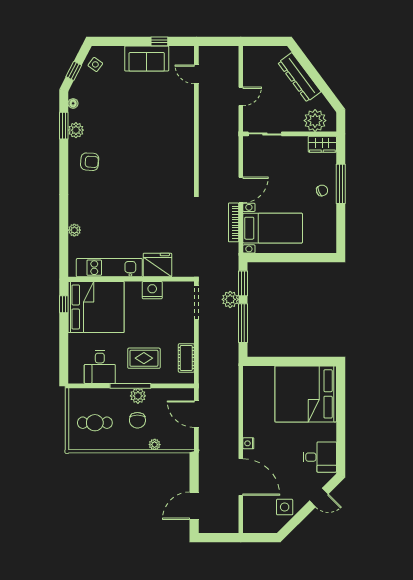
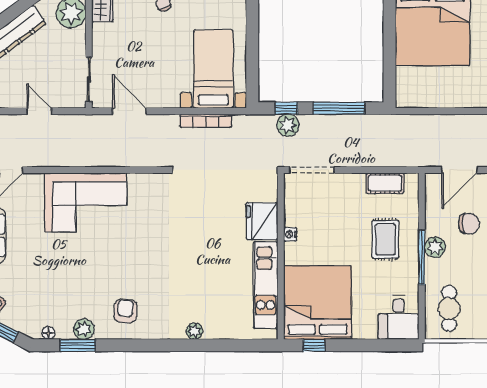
corner sofa: (172, 132) -> (86, 202), added
door: (241, 190) -> (129, 111), moved
plant: (74, 230) -> (194, 331), moved
window: (243, 283) -> (286, 108), width x0.67
nightstand: (152, 290) -> (290, 234), width x0.53, depth x0.56
plant: (230, 299) -> (288, 125), moved
desk: (100, 367) -> (399, 317), moved, turned 90
chair: (137, 420) -> (469, 224), moved
cafe table: (95, 423) -> (449, 309), moved

